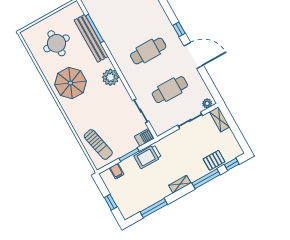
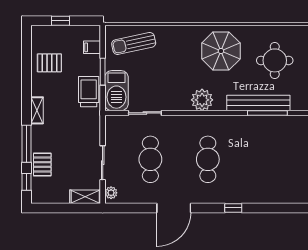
window: (179, 29) -> (233, 208), moved
barbecue: (144, 137) -> (116, 91), width x1.88, depth x1.53
pallet: (143, 194) -> (49, 63), added
window: (154, 208) -> (27, 66), removed

